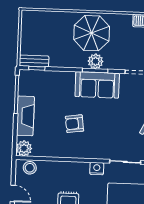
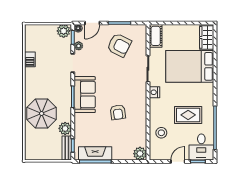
parasol: (92, 33) -> (42, 114), moved
plant: (95, 61) -> (65, 128), moved
fireplace: (25, 116) -> (95, 153), moved
stool: (30, 168) -> (161, 133), moved

